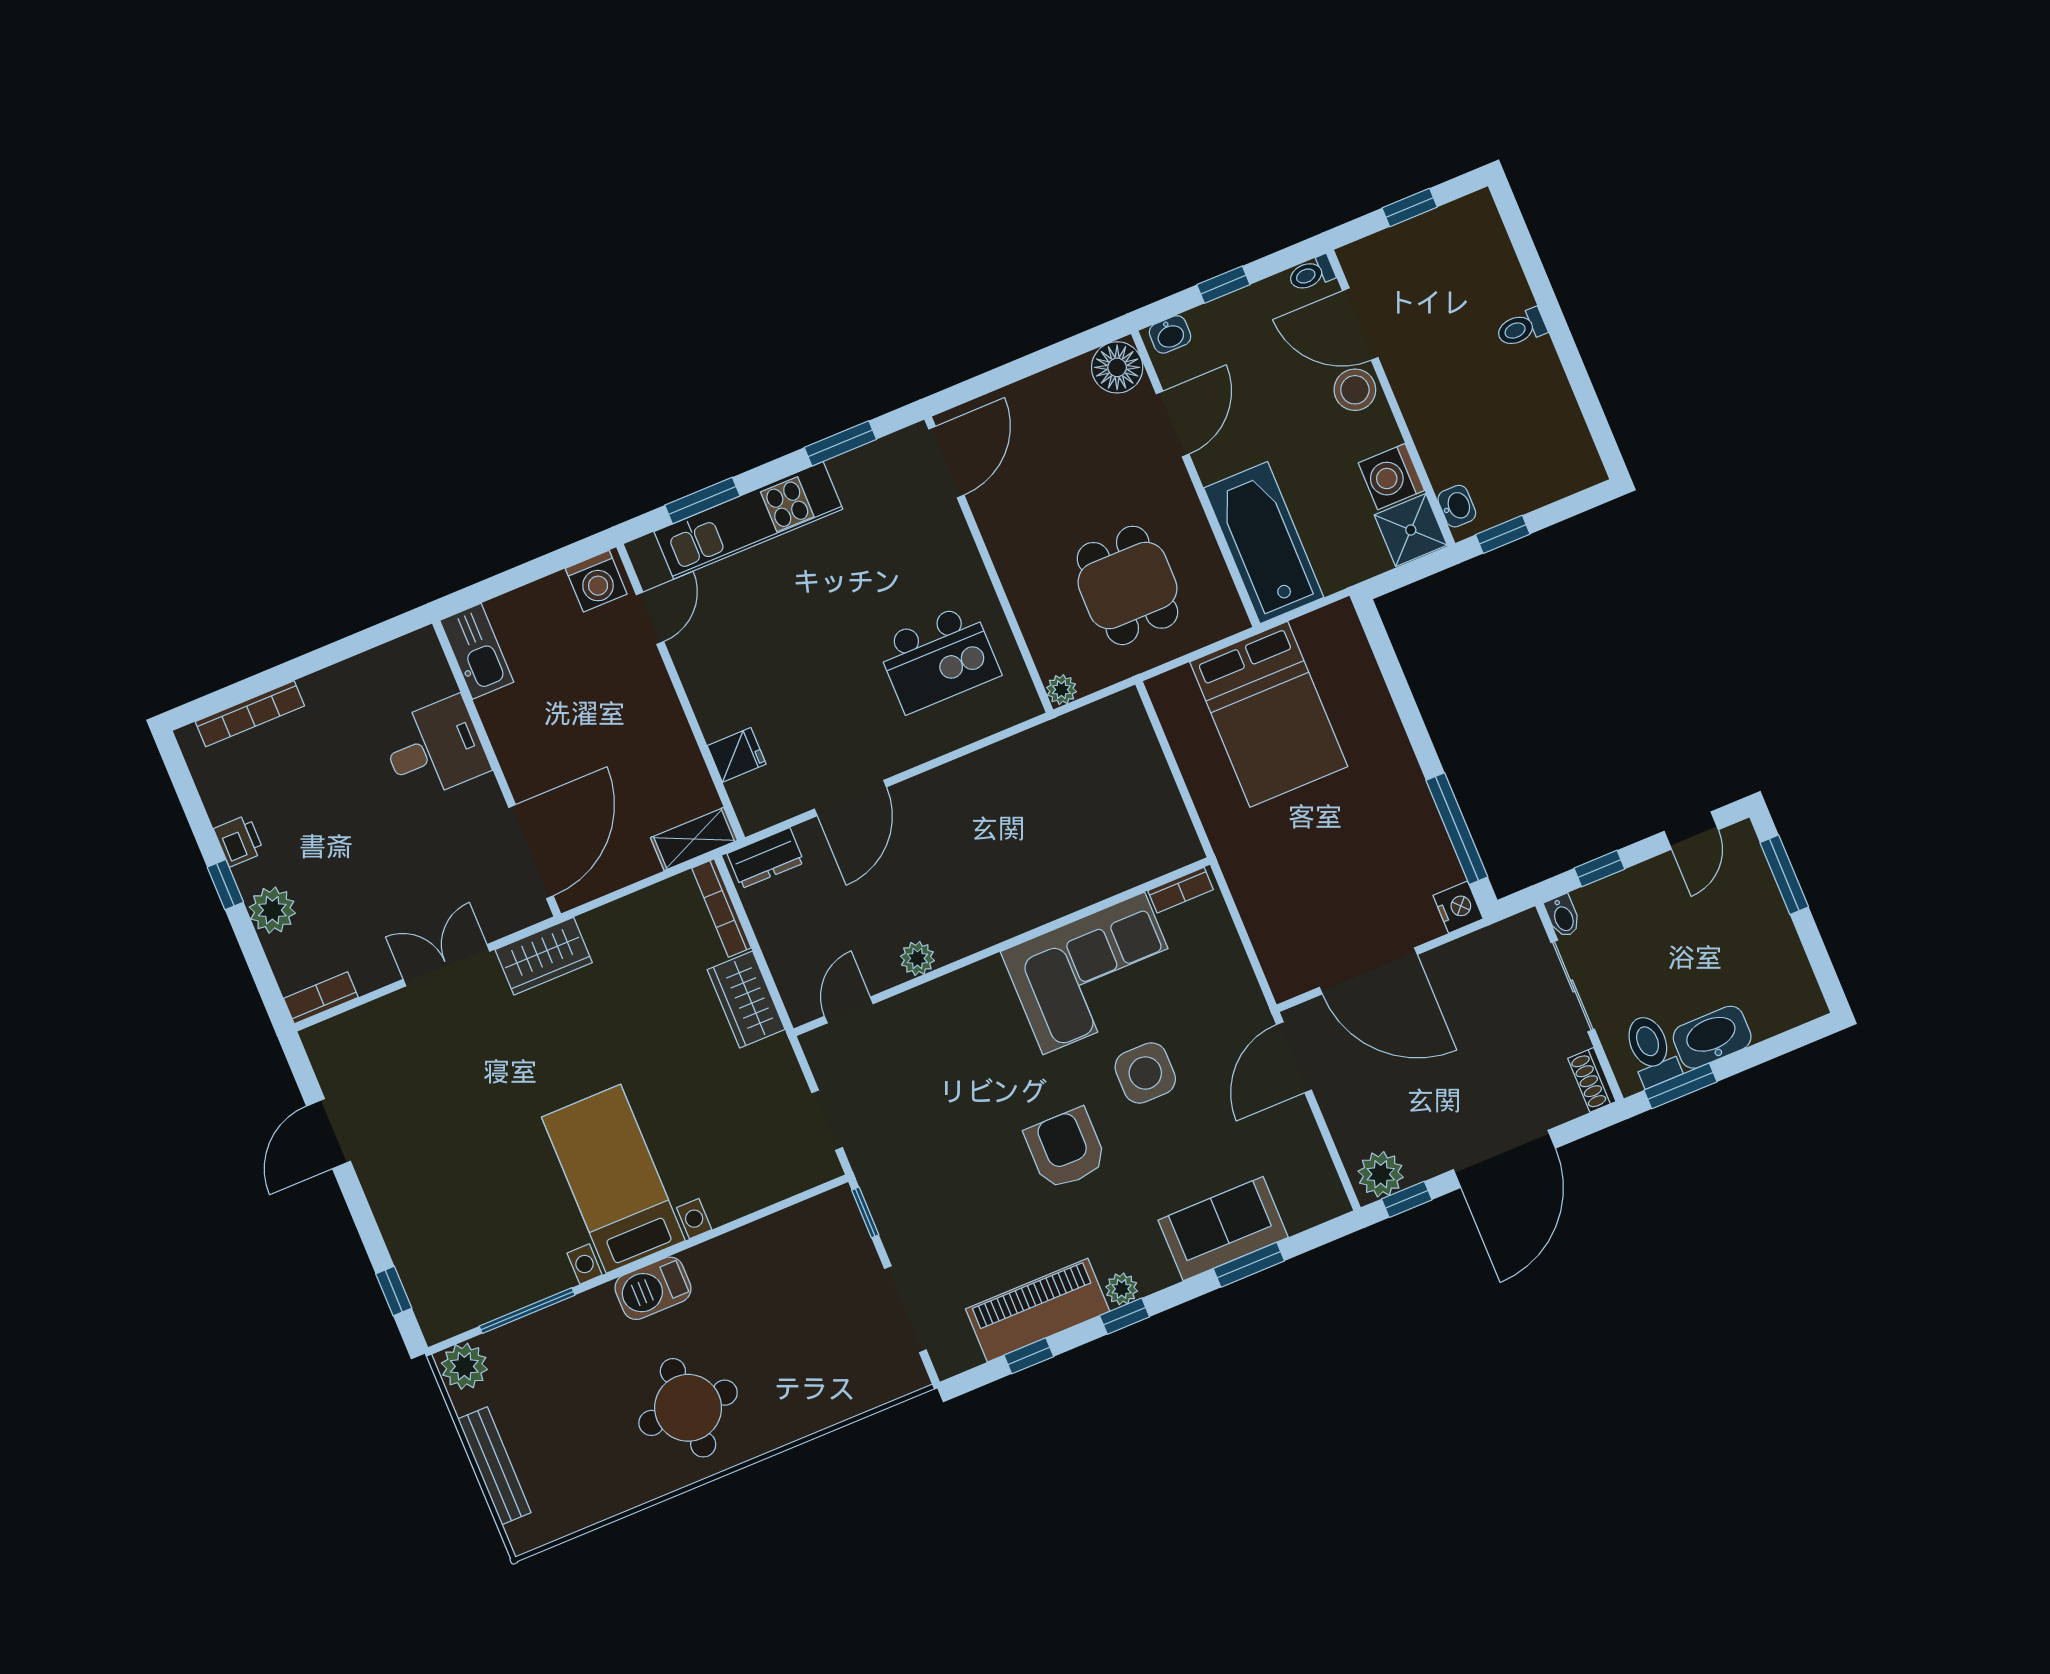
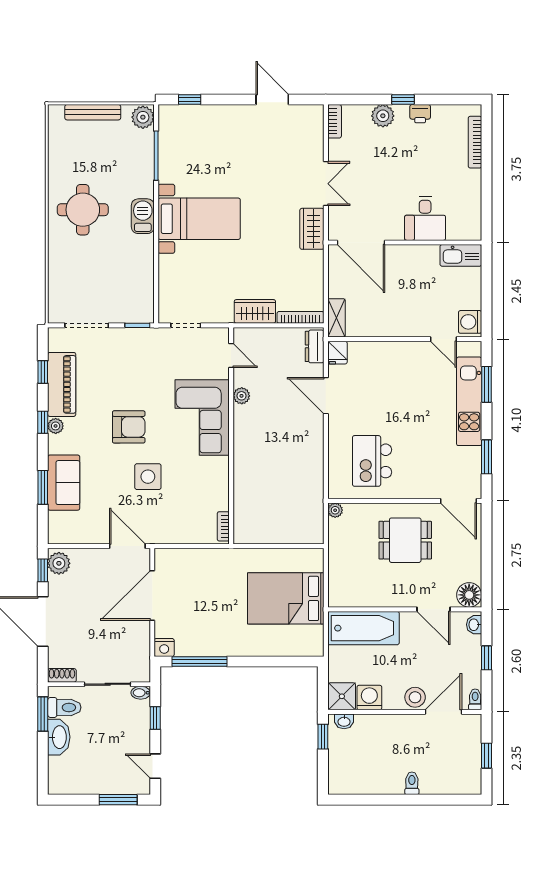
dining table: (1127, 585) -> (405, 540), moved
fridge: (737, 755) -> (337, 353), moved
corner sofa: (1094, 973) -> (202, 417), moved

